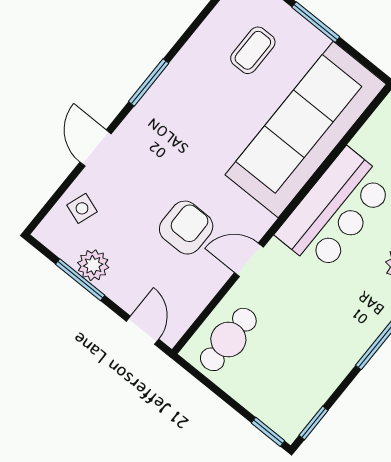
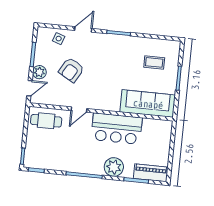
sofa: (306, 129) -> (148, 104), width x0.74, depth x0.79
armchair: (186, 228) -> (71, 70), moved, turned 120
door: (249, 260) -> (79, 110), swing flipped
plant: (93, 265) -> (39, 72), moved

